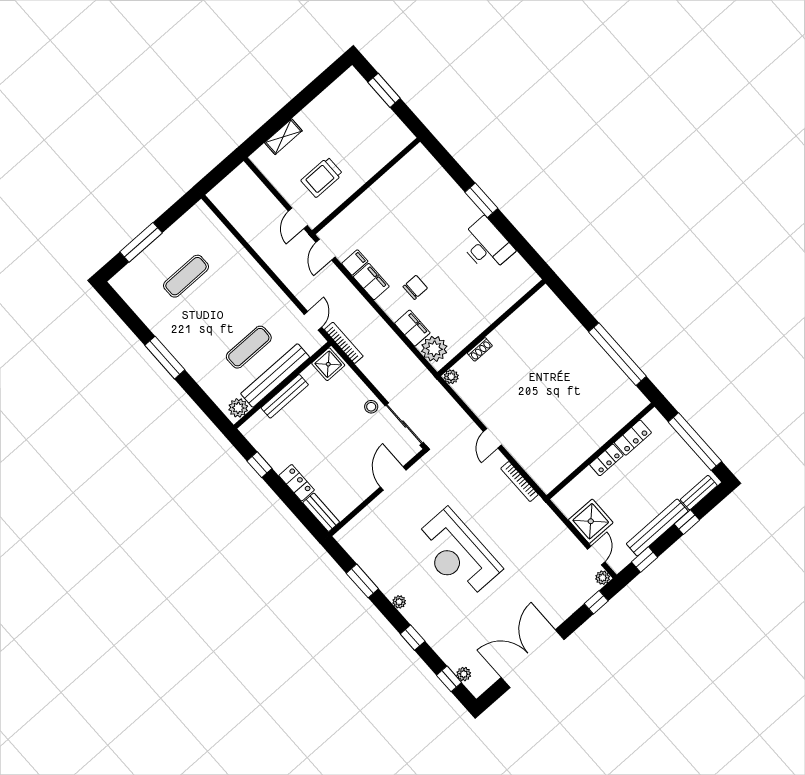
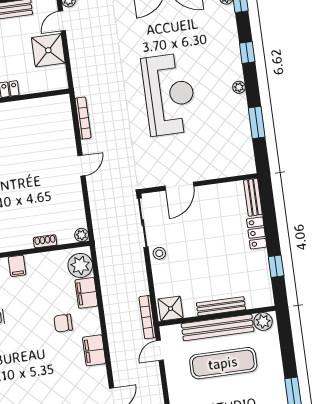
filing cabinet: (355, 262) -> (17, 266), moved, turned -90
exercise mat: (249, 347) -> (223, 363), width x1.36, depth x1.45

